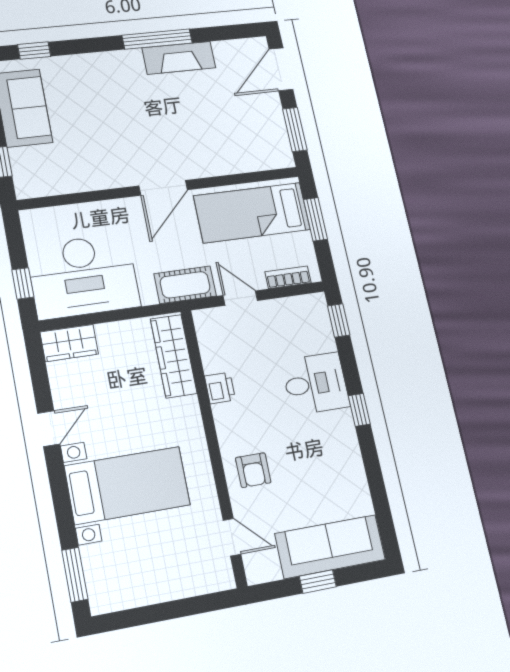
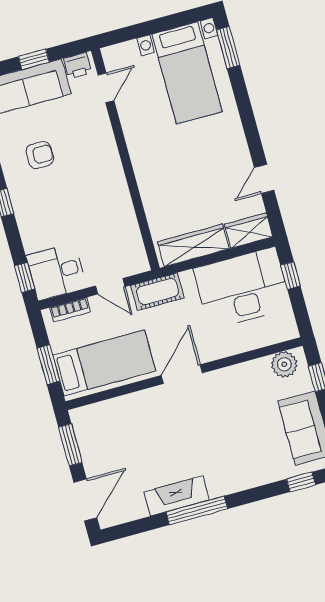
plant: (41, 182) -> (284, 364), added
wardrobe: (174, 356) -> (193, 245), moved, turned -90
desk: (315, 384) -> (56, 272), moved
printer: (220, 388) -> (78, 65), moved, turned -90
door: (49, 429) -> (264, 179), moved
armchair: (253, 470) -> (40, 155), moved, turned 90
bed with nightstands: (127, 485) -> (187, 73), moved, turned -90
door: (232, 537) -> (106, 88), swing flipped

